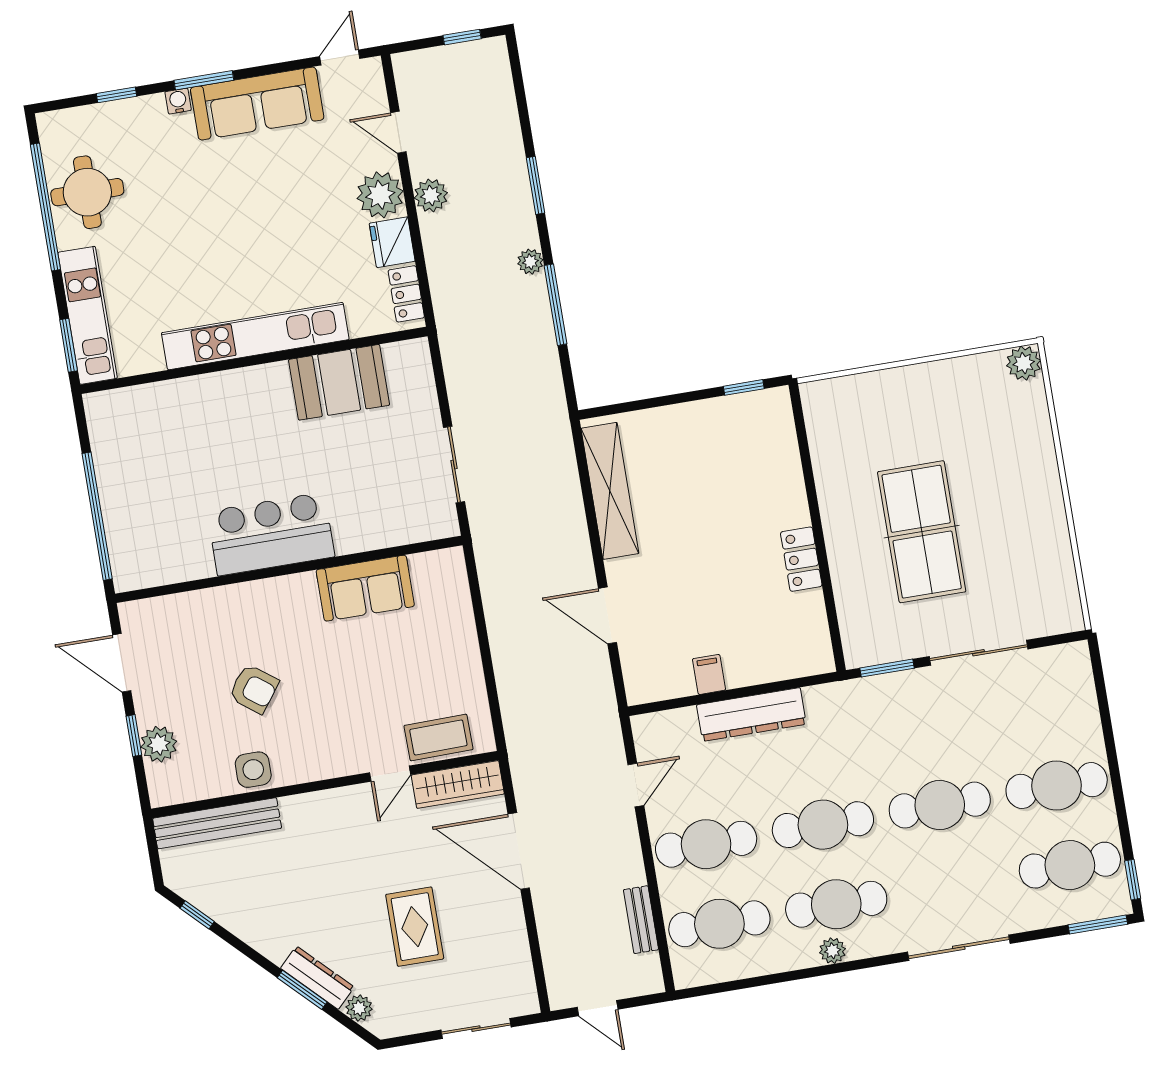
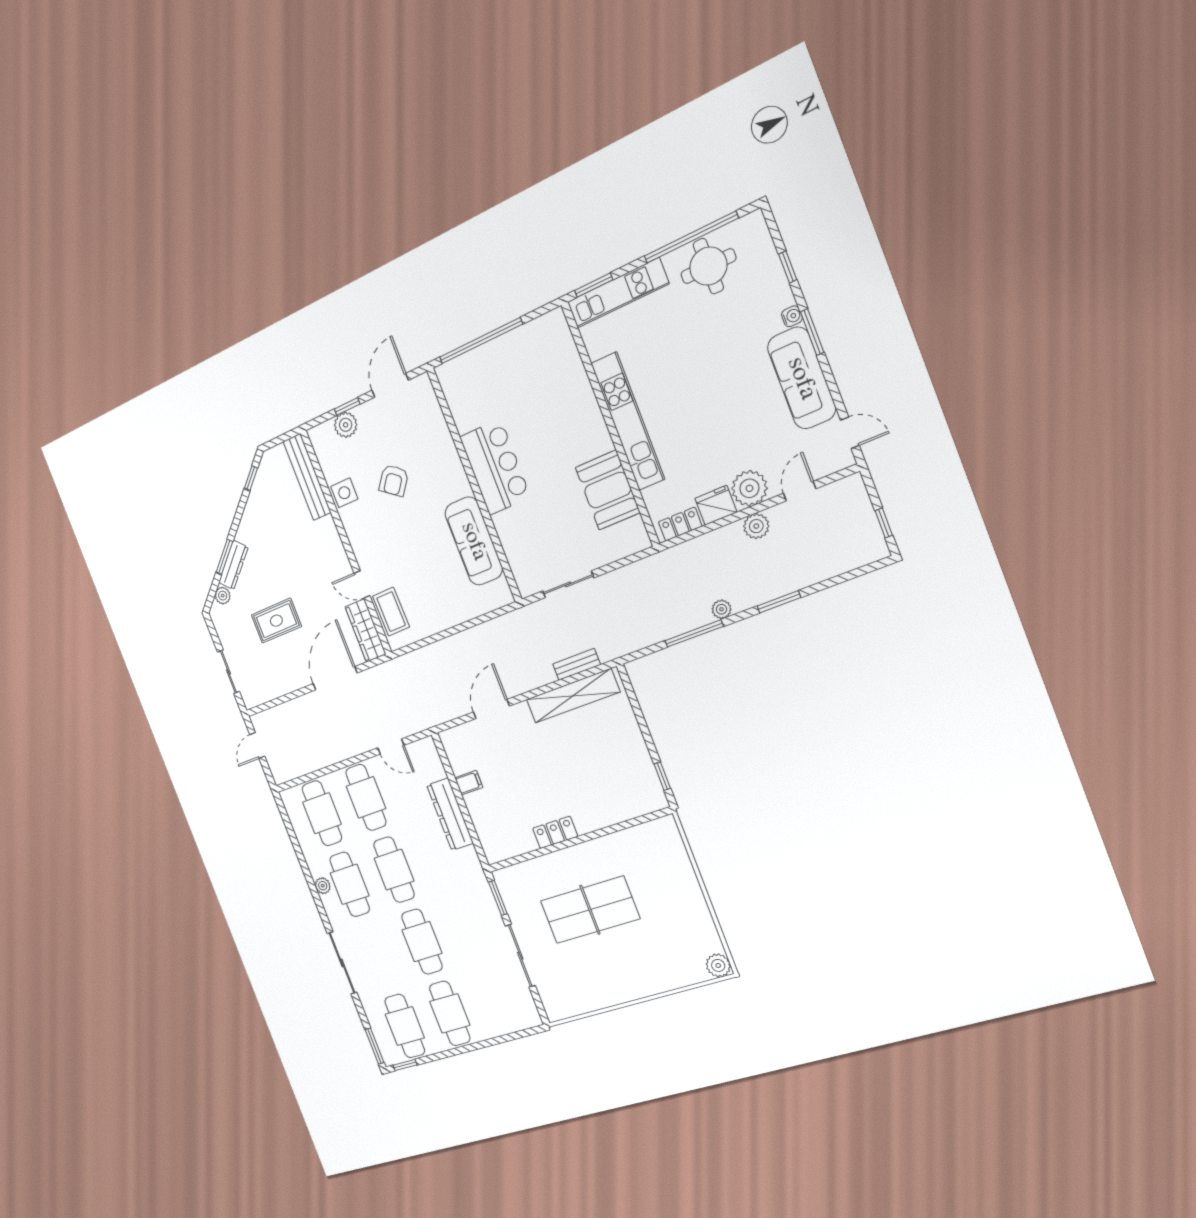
sofa: (365, 588) -> (474, 541), width x1.36
bench: (641, 920) -> (576, 664), moved

